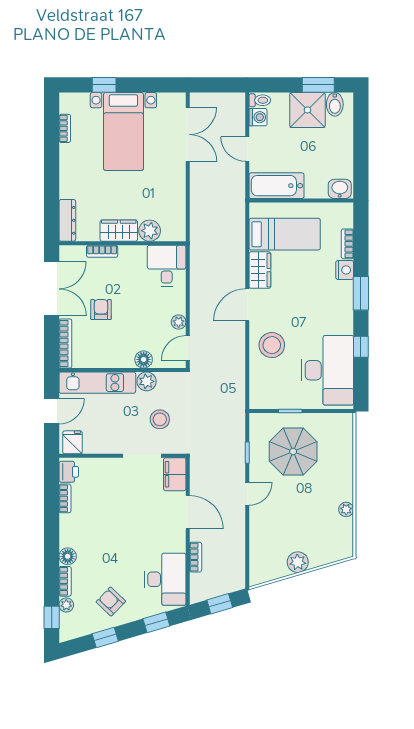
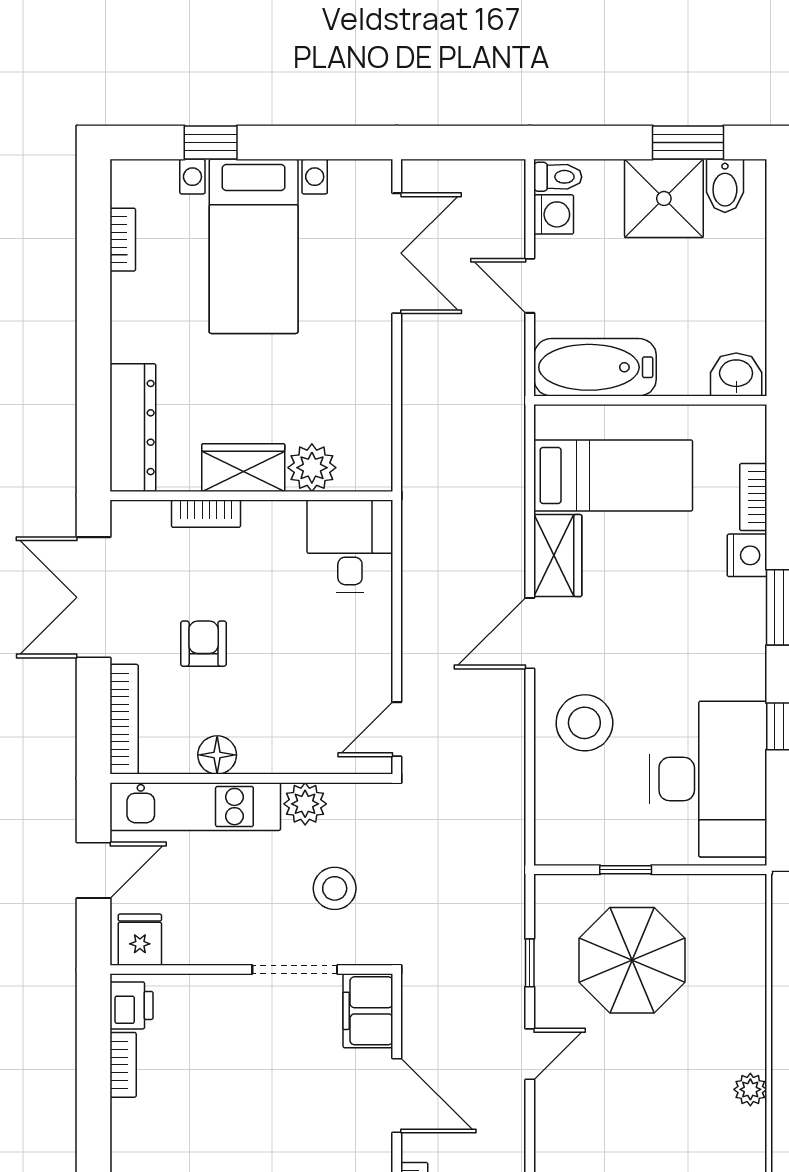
dresser: (67, 220) -> (133, 428), width x1.37, depth x1.24
double door: (52, 289) -> (93, 597), swing flipped
plant: (179, 322) -> (377, 672), removed
floor lamp: (144, 359) -> (217, 755), moved

